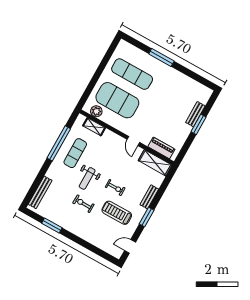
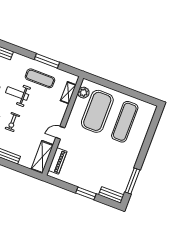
window: (161, 58) -> (132, 181), moved
bench: (195, 114) -> (111, 195), moved
window: (59, 143) -> (47, 61), width x0.68

